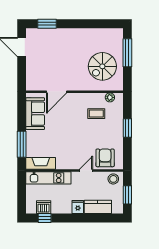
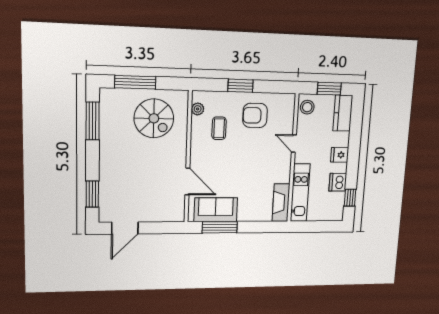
window: (100, 24) -> (93, 121), added
window: (22, 144) -> (220, 227), moved
armchair: (105, 158) -> (255, 115), moved
dishwasher: (44, 207) -> (338, 182), moved
kitchen counter: (98, 207) -> (343, 113), moved

